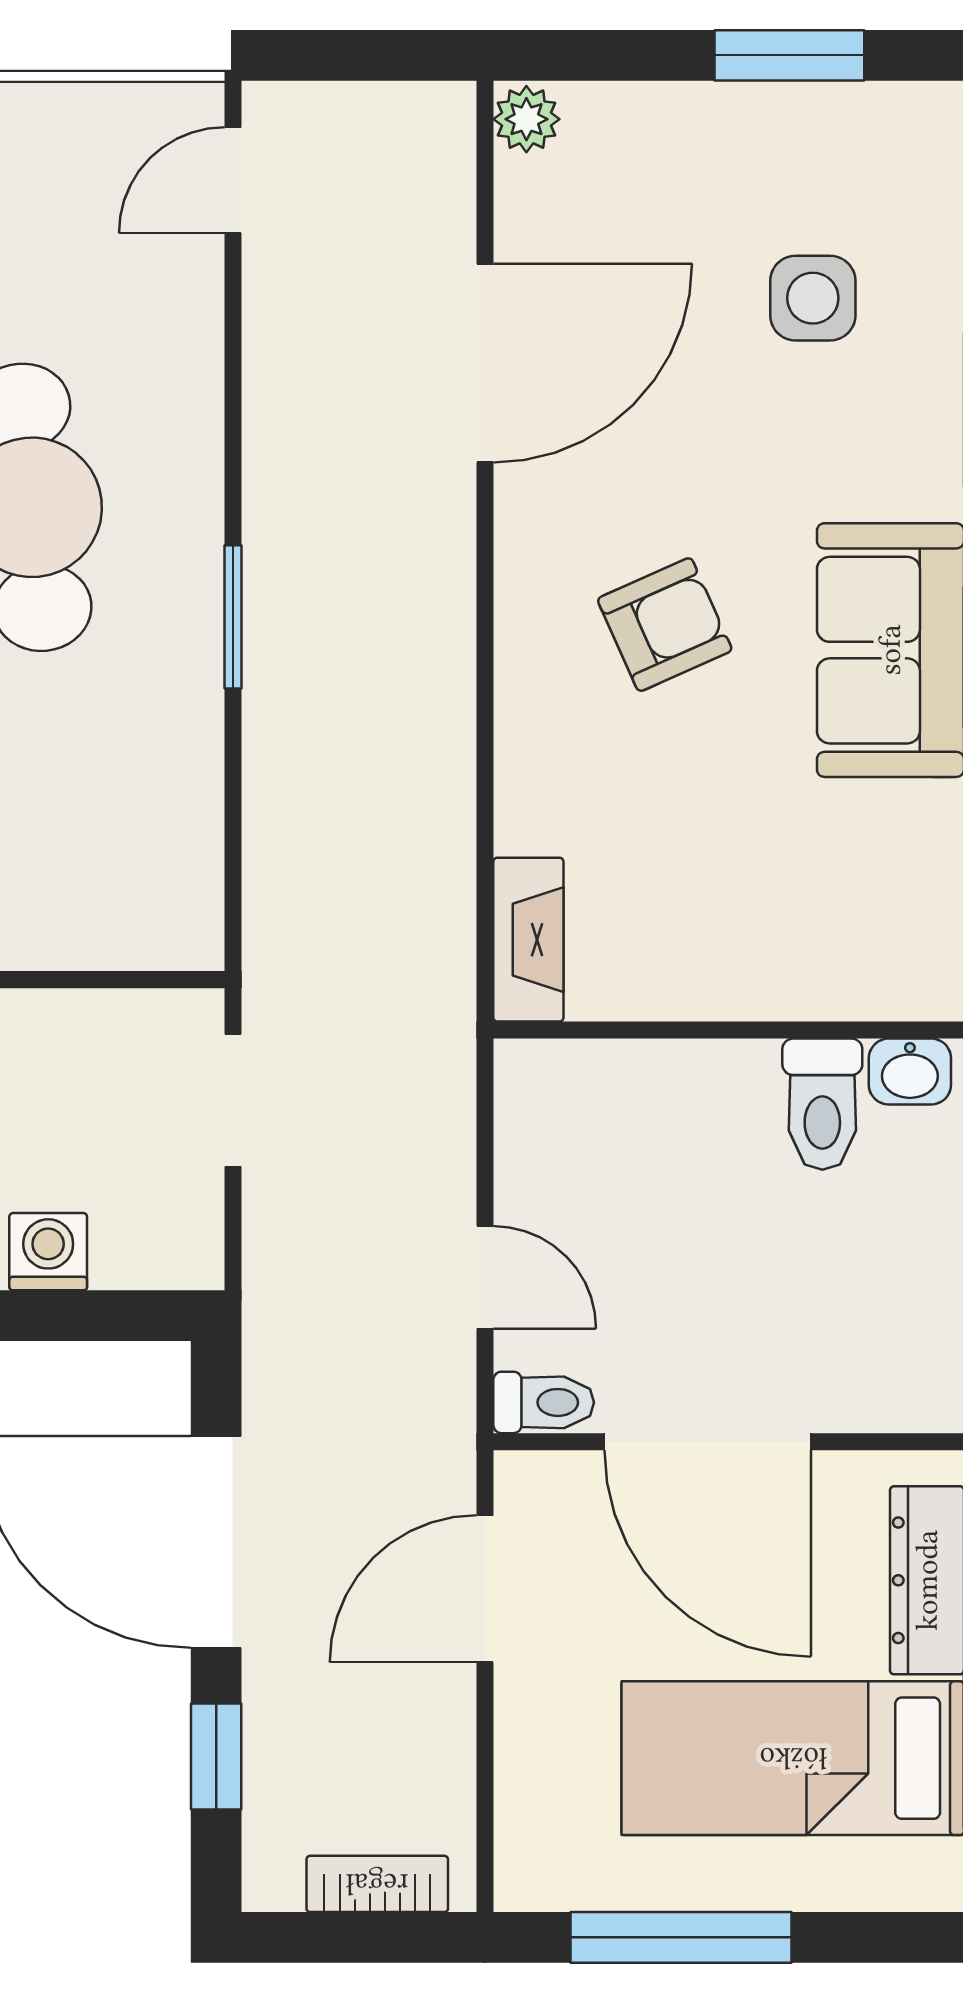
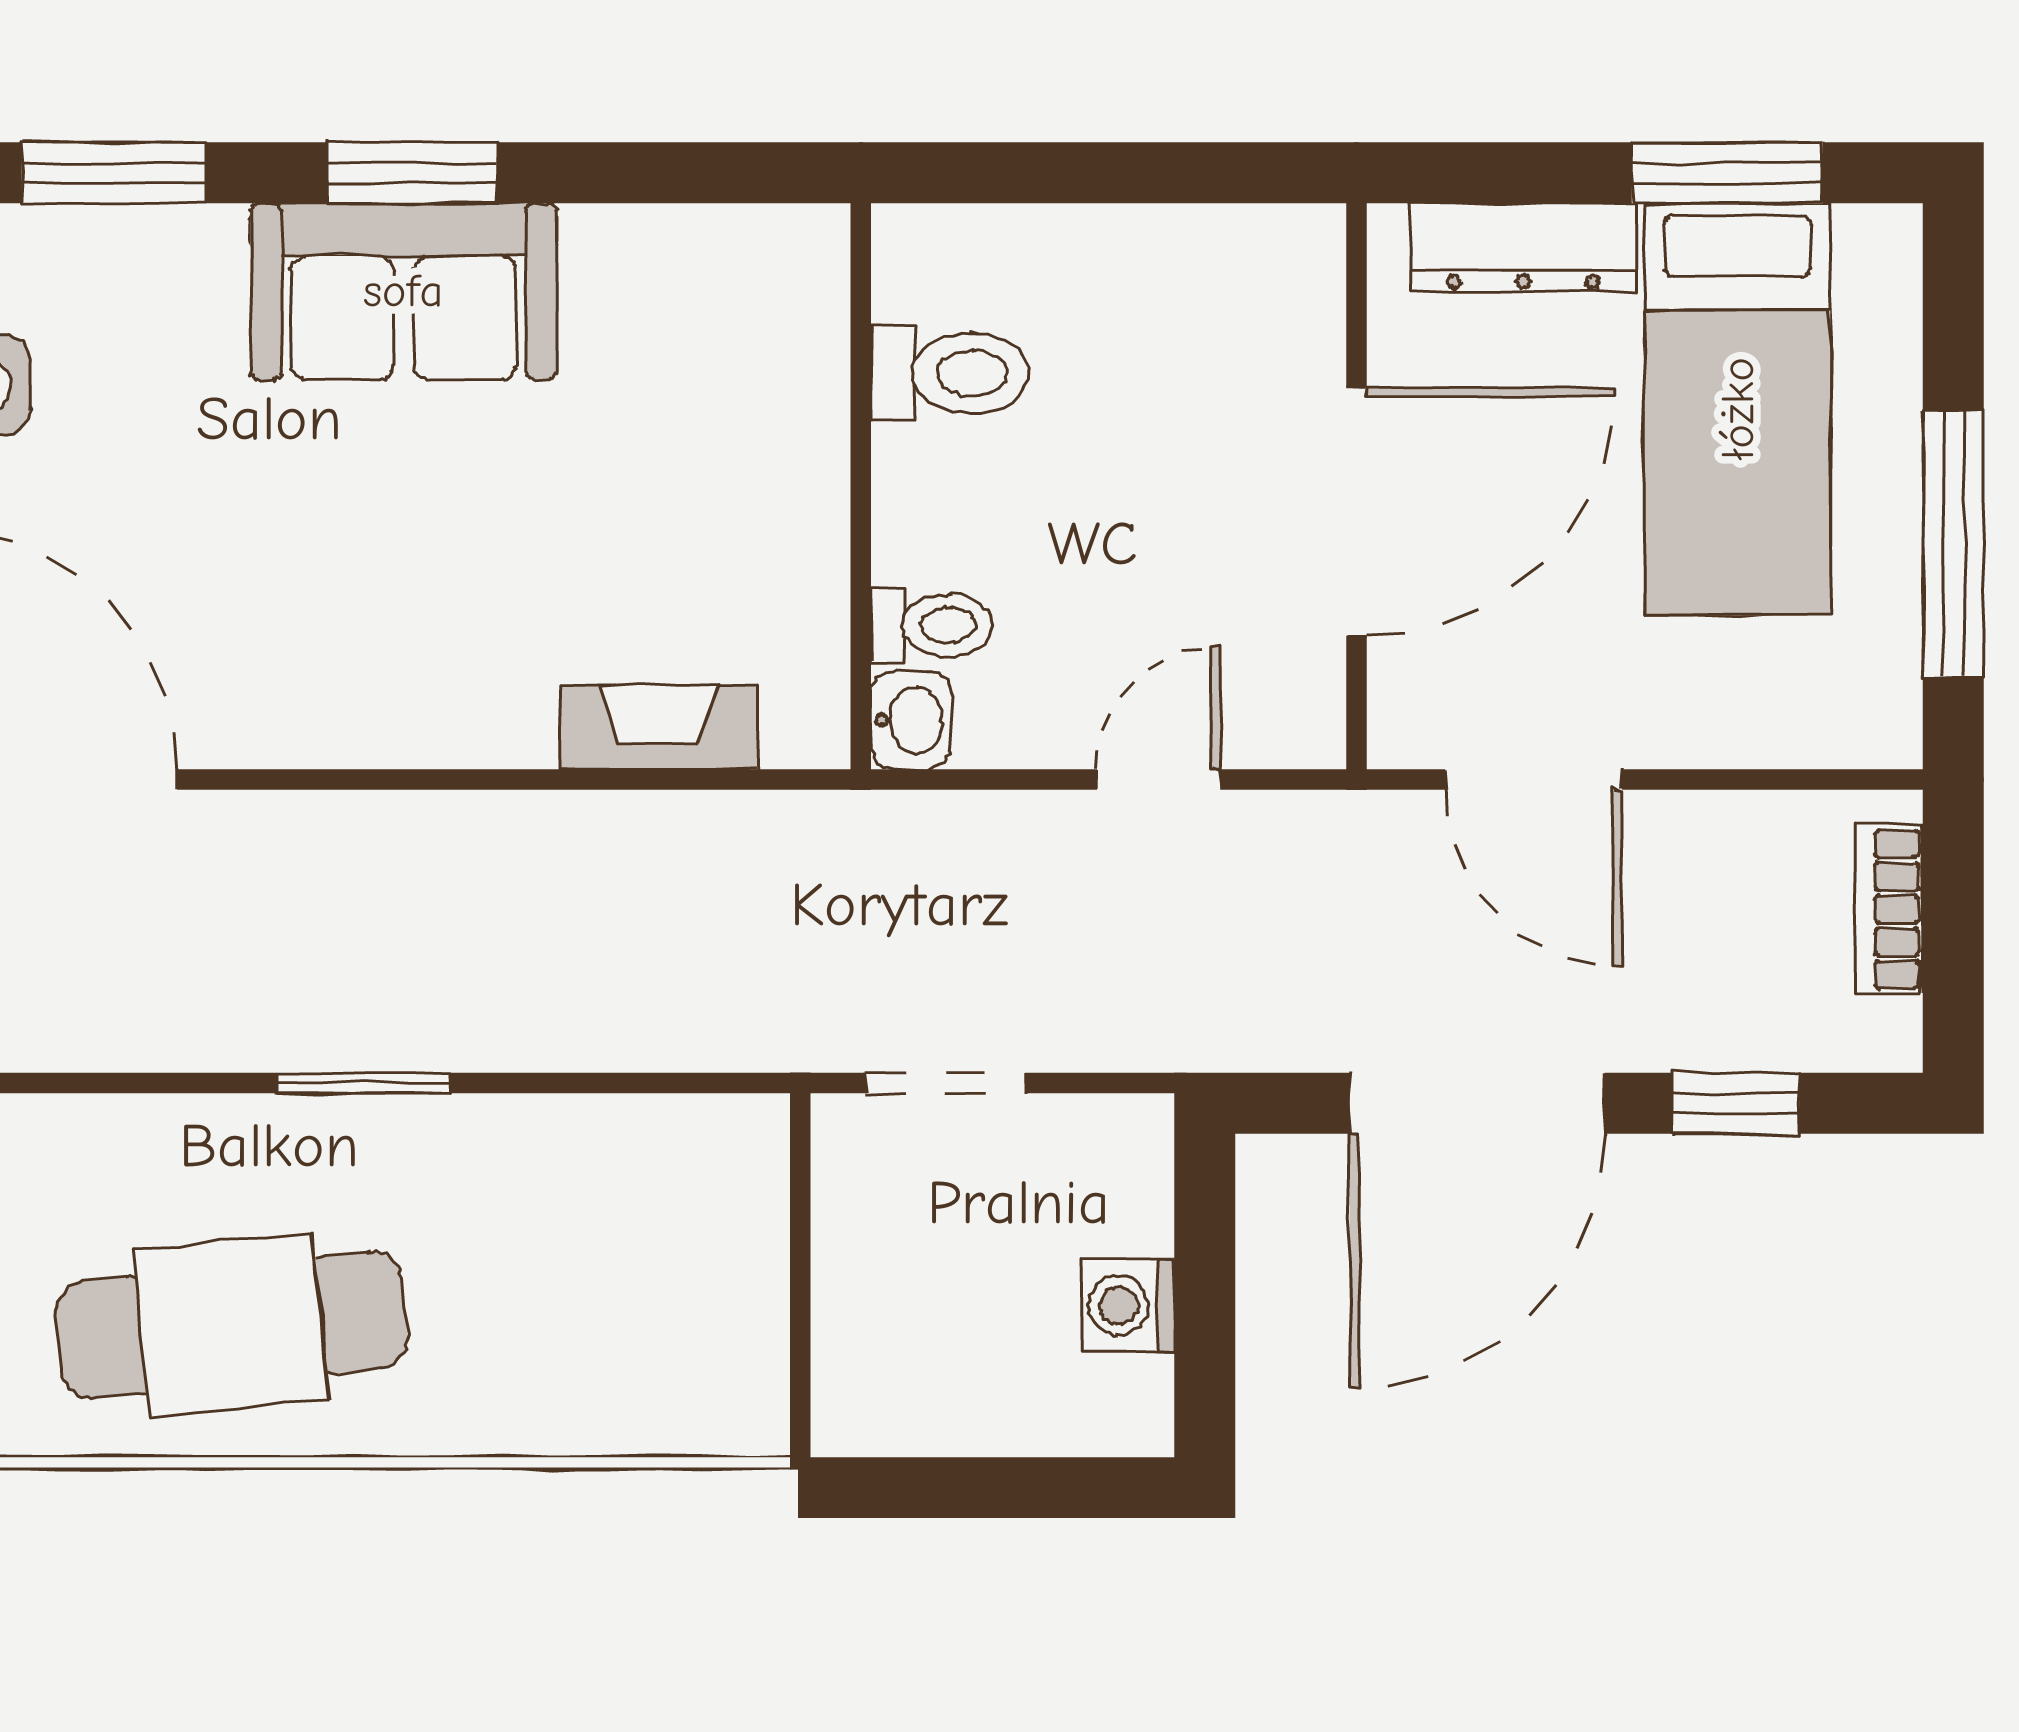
armchair: (665, 625) -> (373, 563), removed
fireplace: (528, 940) -> (659, 727), moved
washbasin: (910, 1072) -> (911, 720), moved
toilet: (544, 1402) -> (932, 626), moved, turned 90

